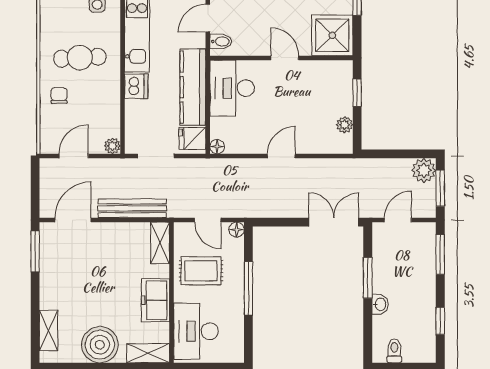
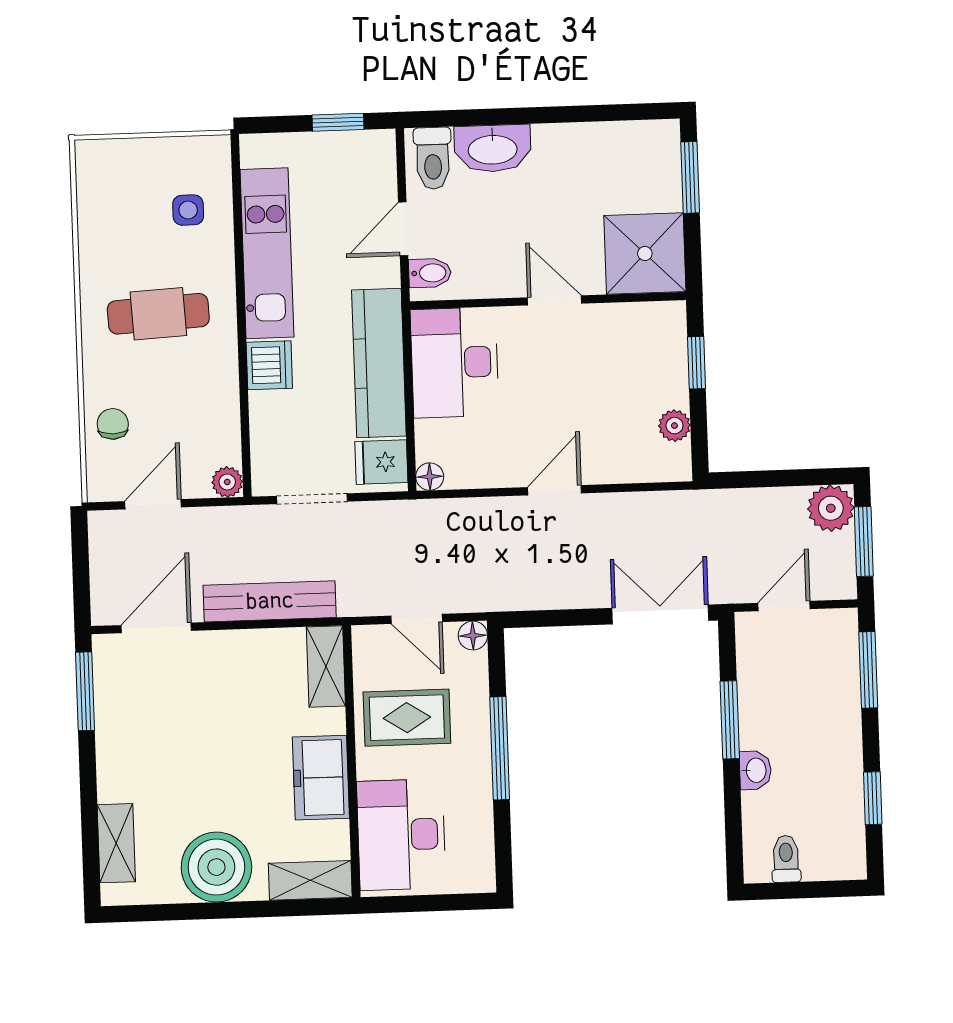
chair: (59, 96) -> (113, 424), moved

